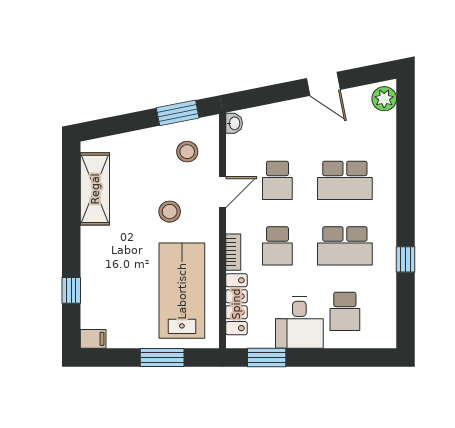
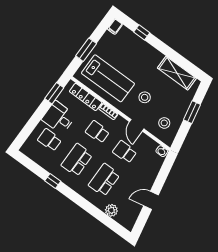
plant: (384, 99) -> (111, 210), moved
window: (178, 113) -> (192, 112), moved

